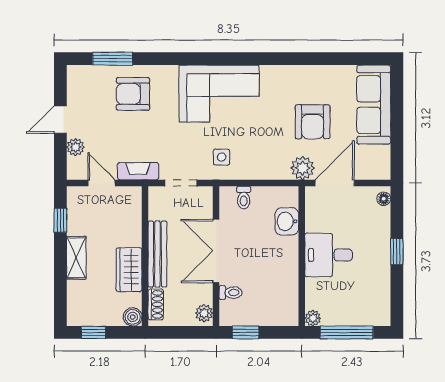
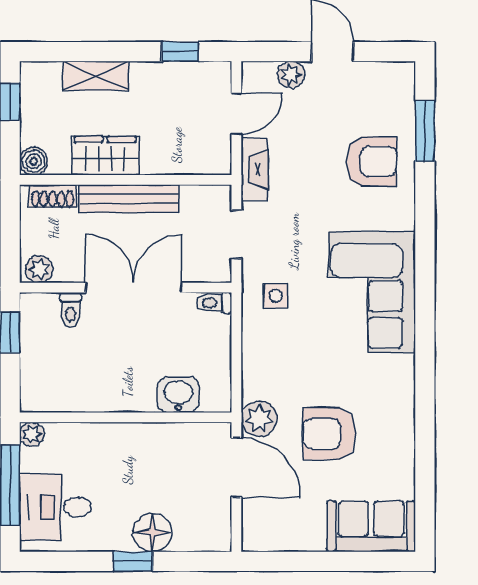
armchair: (133, 94) -> (371, 162), turned 90
sofa: (374, 105) -> (371, 526), width x0.73
toilet: (244, 198) -> (214, 303), moved
floor lamp: (384, 199) -> (152, 532), moved, width x1.89, depth x1.89
desk: (328, 255) -> (55, 507), moved, turned -90
shelving: (76, 258) -> (96, 76), moved

